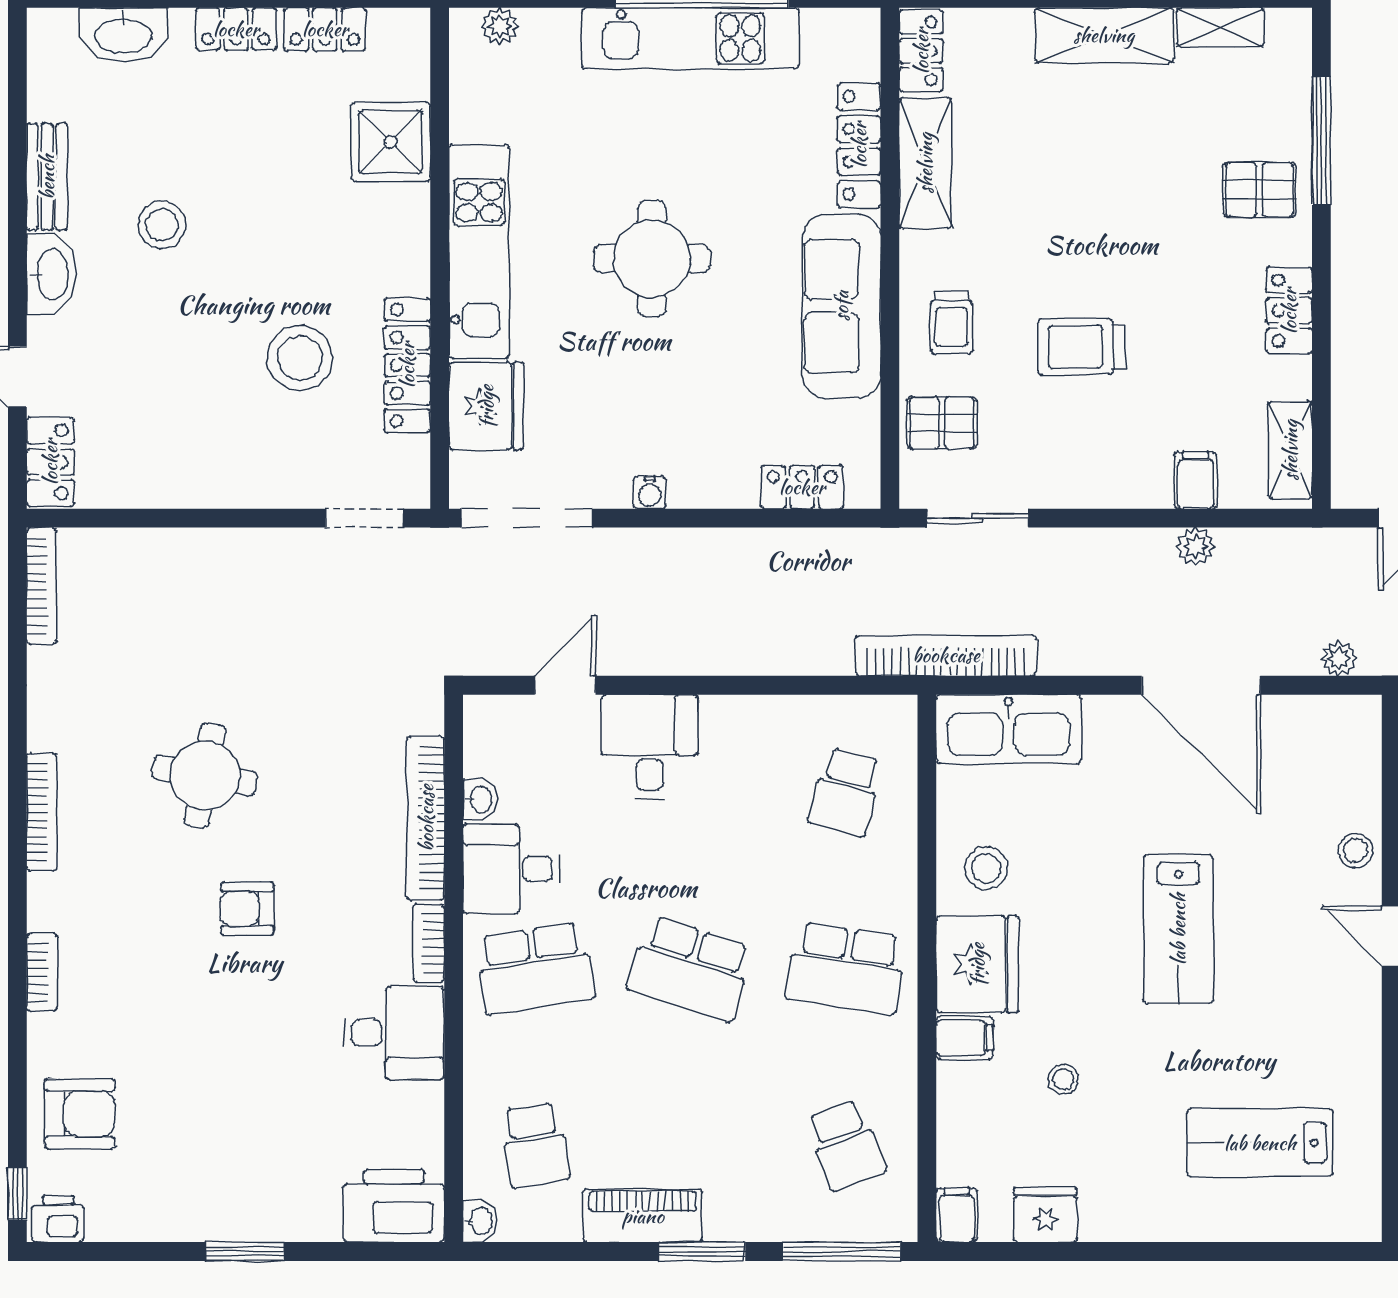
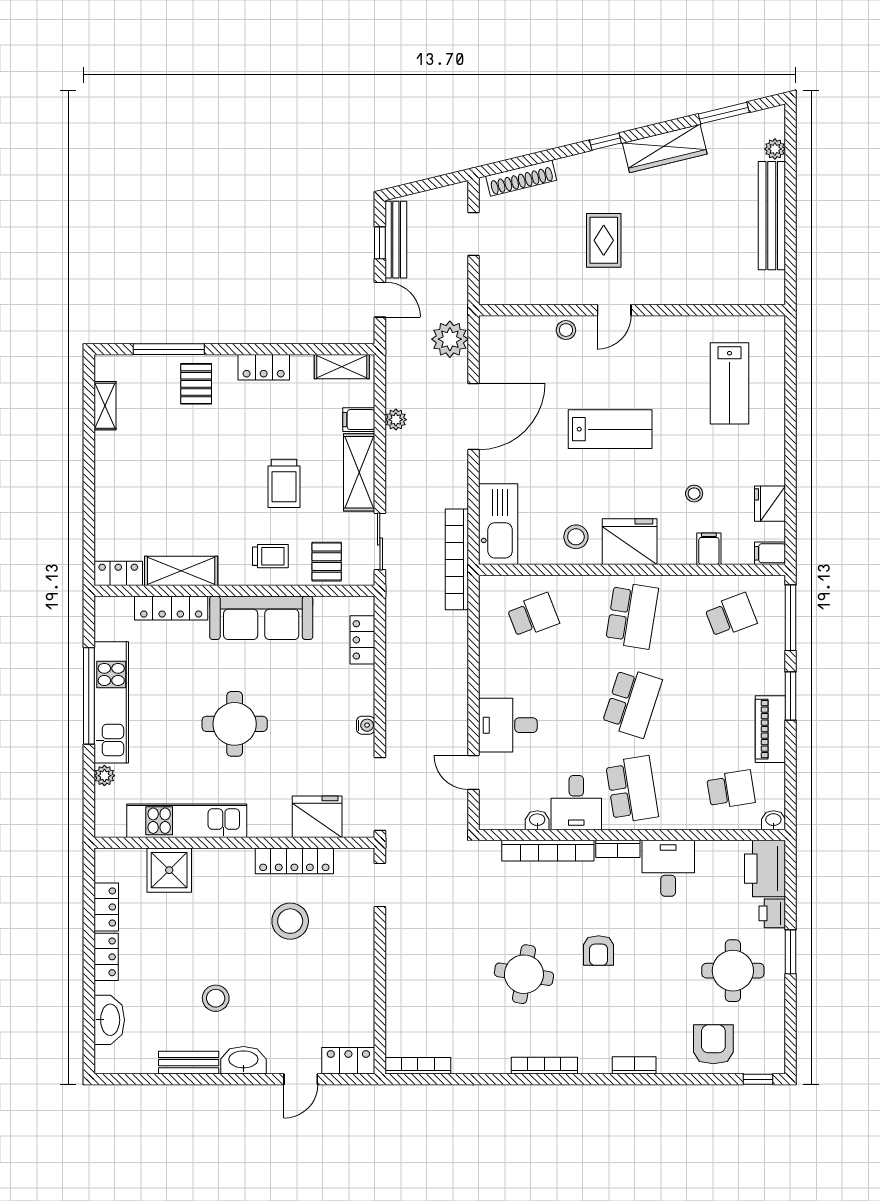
plant: (500, 26) -> (104, 776), moved
shelving: (1104, 35) -> (359, 472), moved
kitchen unit: (479, 251) -> (187, 821), moved
plant: (1339, 658) -> (450, 339), width x1.88, depth x1.88
school desk: (846, 792) -> (533, 615), turned -36
filing cabinet: (965, 1038) -> (709, 549), moved
round table: (211, 1149) -> (733, 971), added
printer: (58, 1219) -> (772, 913), moved

